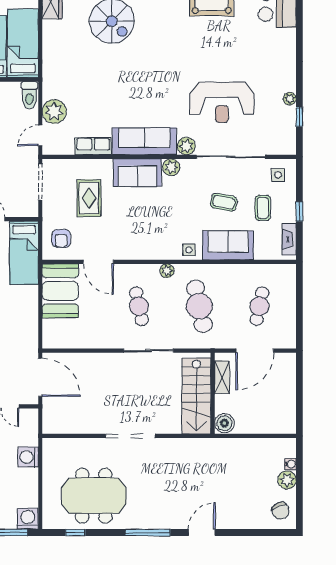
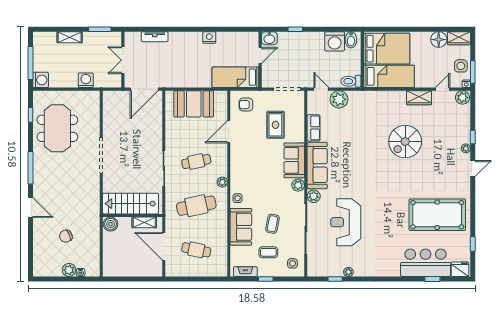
rug: (89, 198) -> (275, 125), turned 90
booth: (60, 291) -> (194, 104), moved
chair: (280, 511) -> (66, 236), moved

